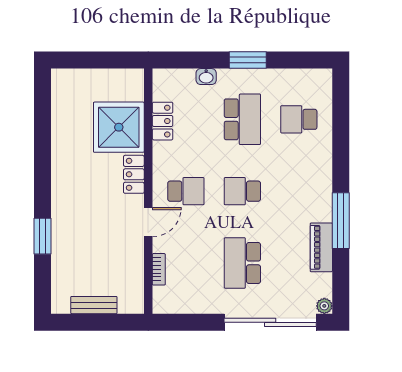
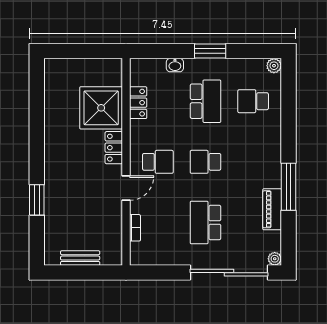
plant: (323, 77) -> (274, 66), added

